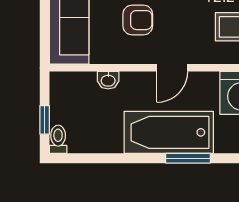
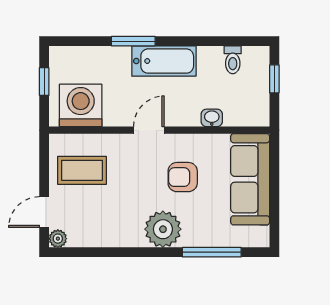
bathtub: (169, 132) -> (164, 61), width x0.73, depth x0.73
toilet: (58, 139) -> (233, 60), moved

